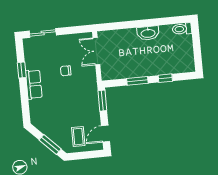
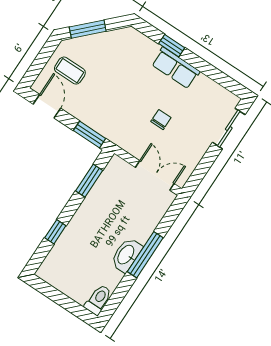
window: (140, 24) -> (145, 255), added
window: (22, 70) -> (172, 46), moved
window: (137, 81) -> (89, 181), moved

